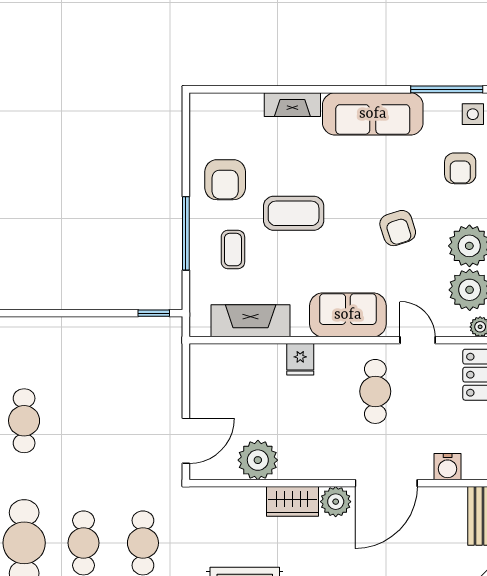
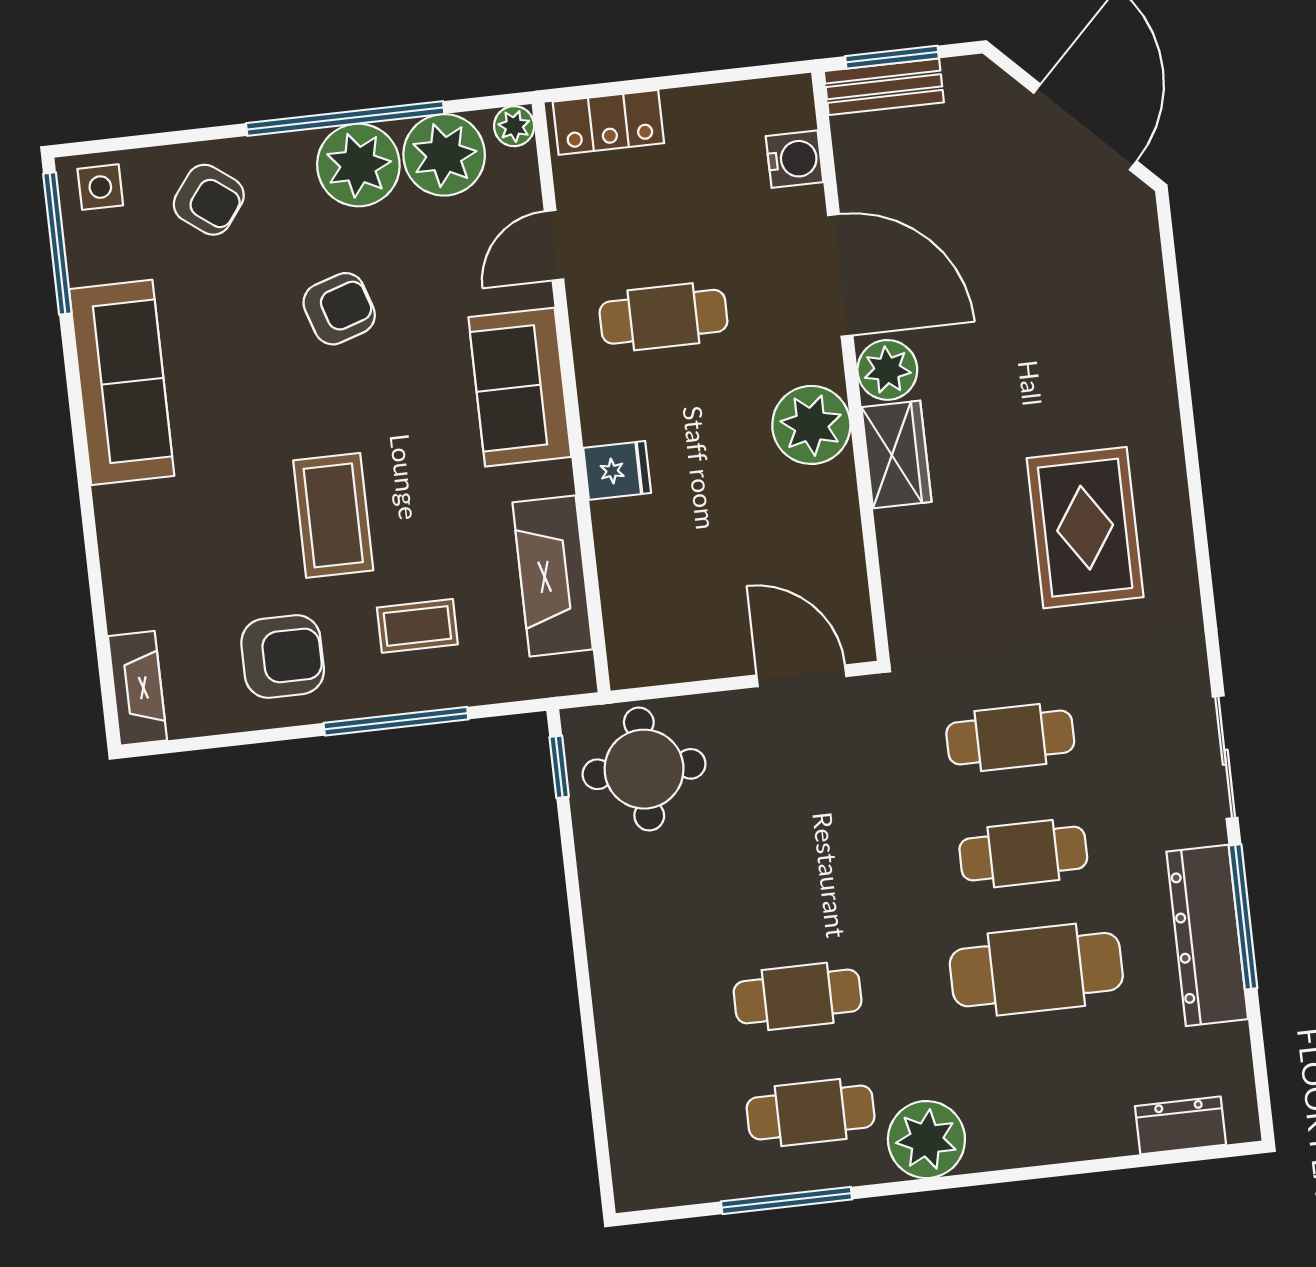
fireplace: (292, 105) -> (137, 688), moved
armchair: (460, 168) -> (209, 200), turned 37
round table: (148, 356) -> (644, 769), added
plant: (258, 460) -> (811, 425), moved

